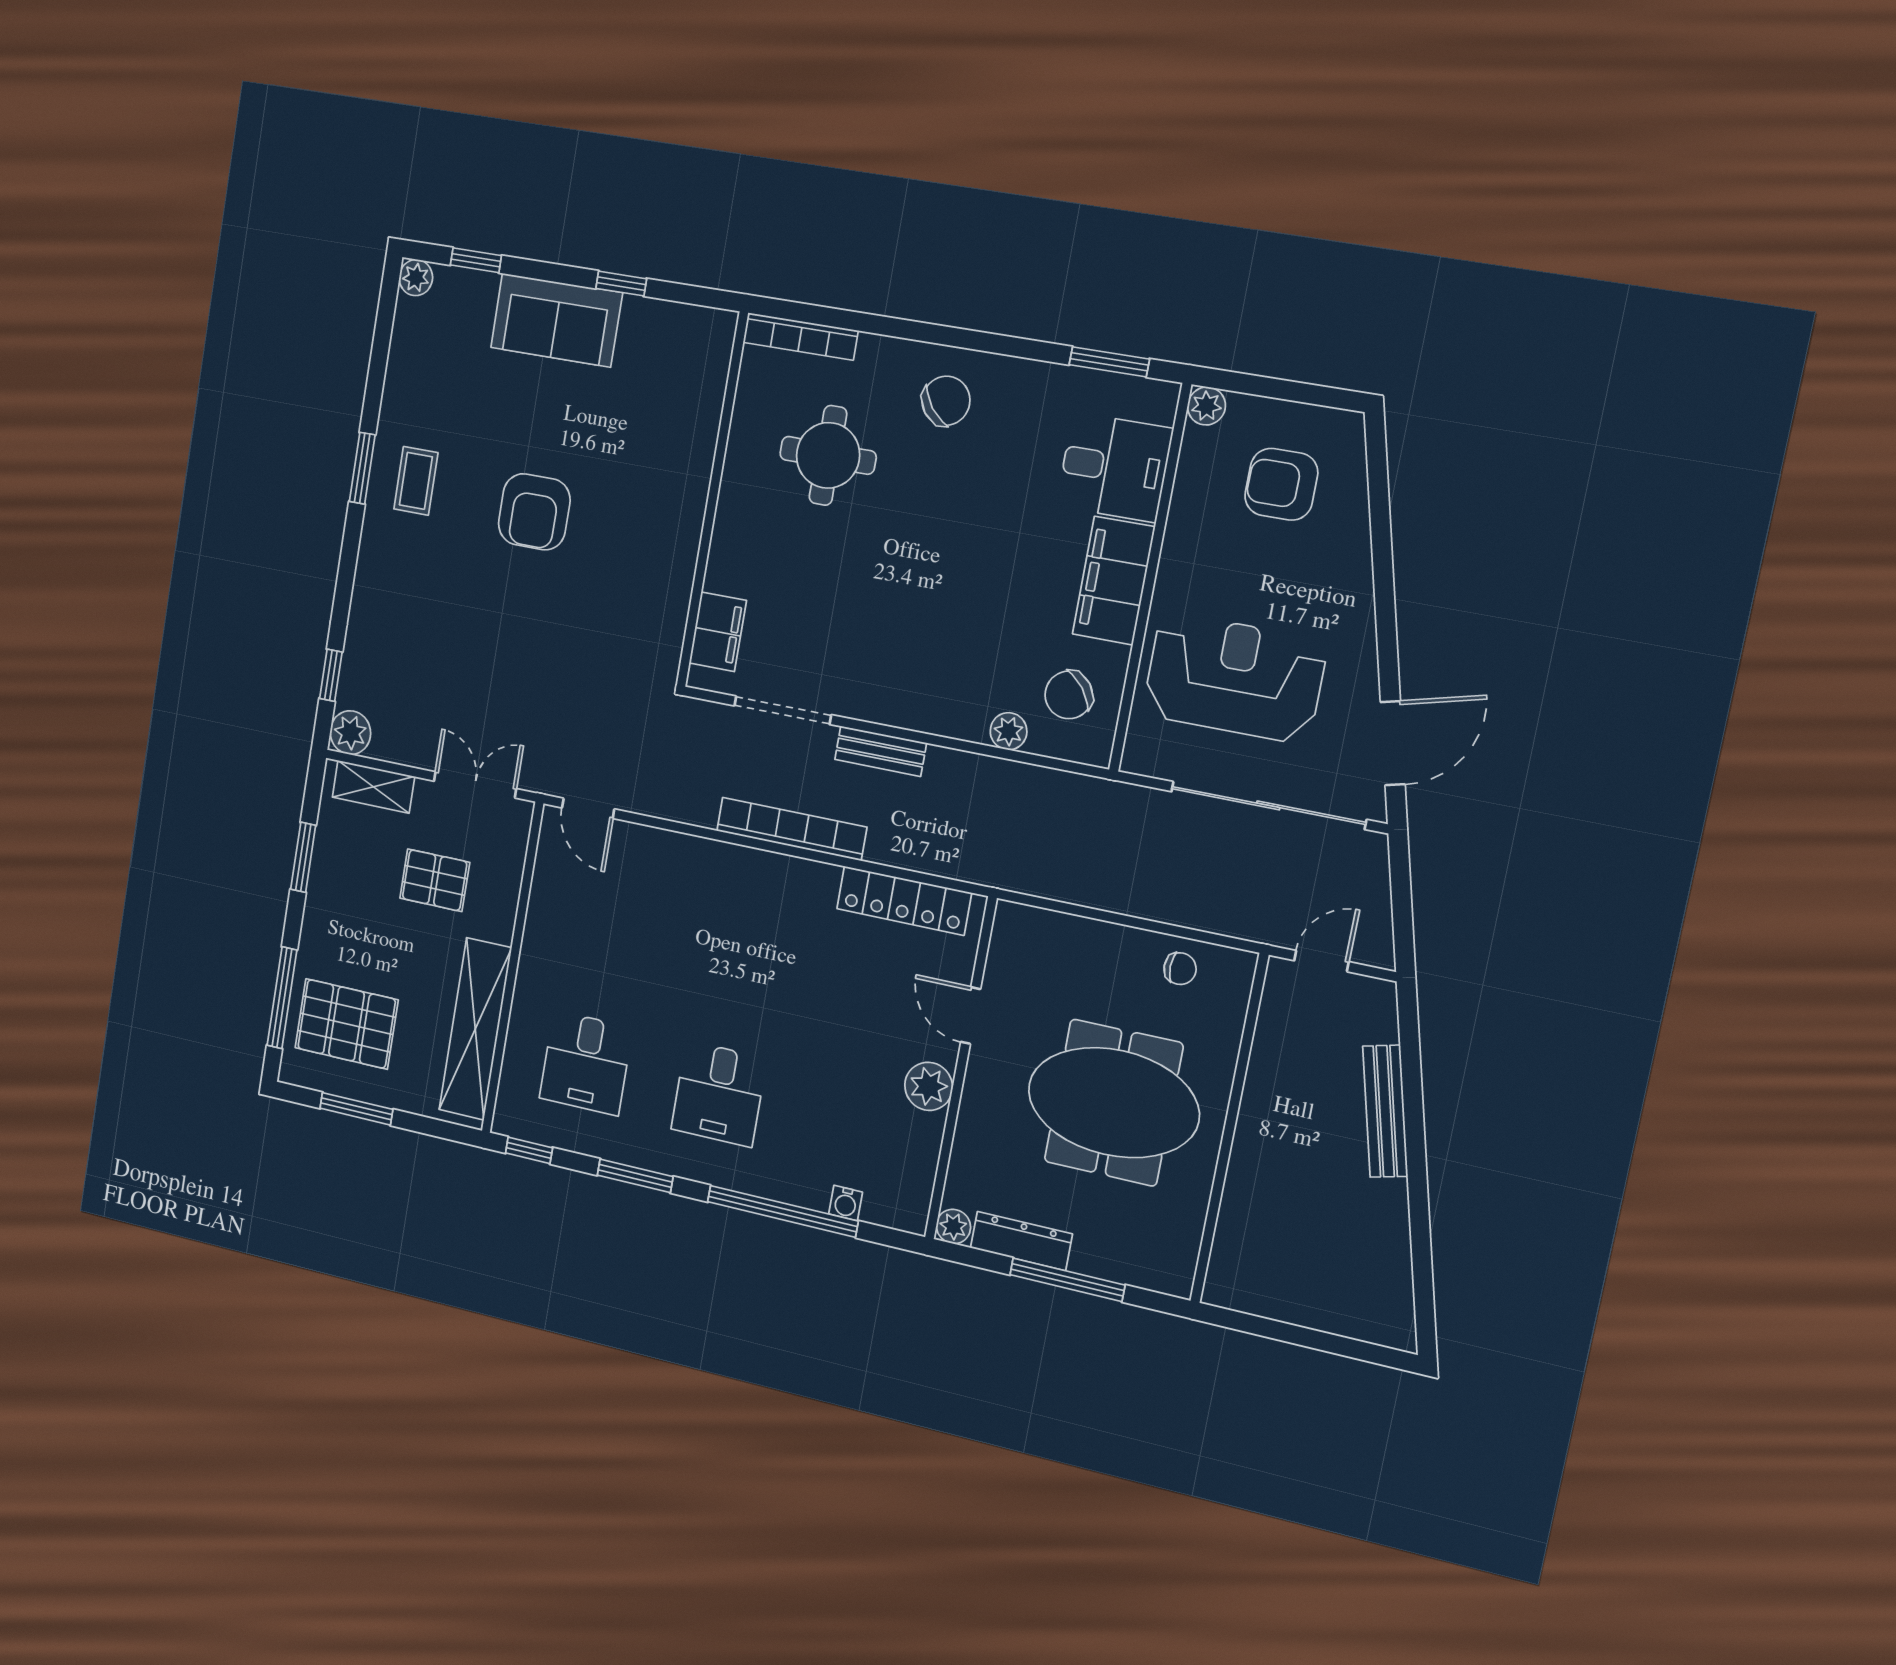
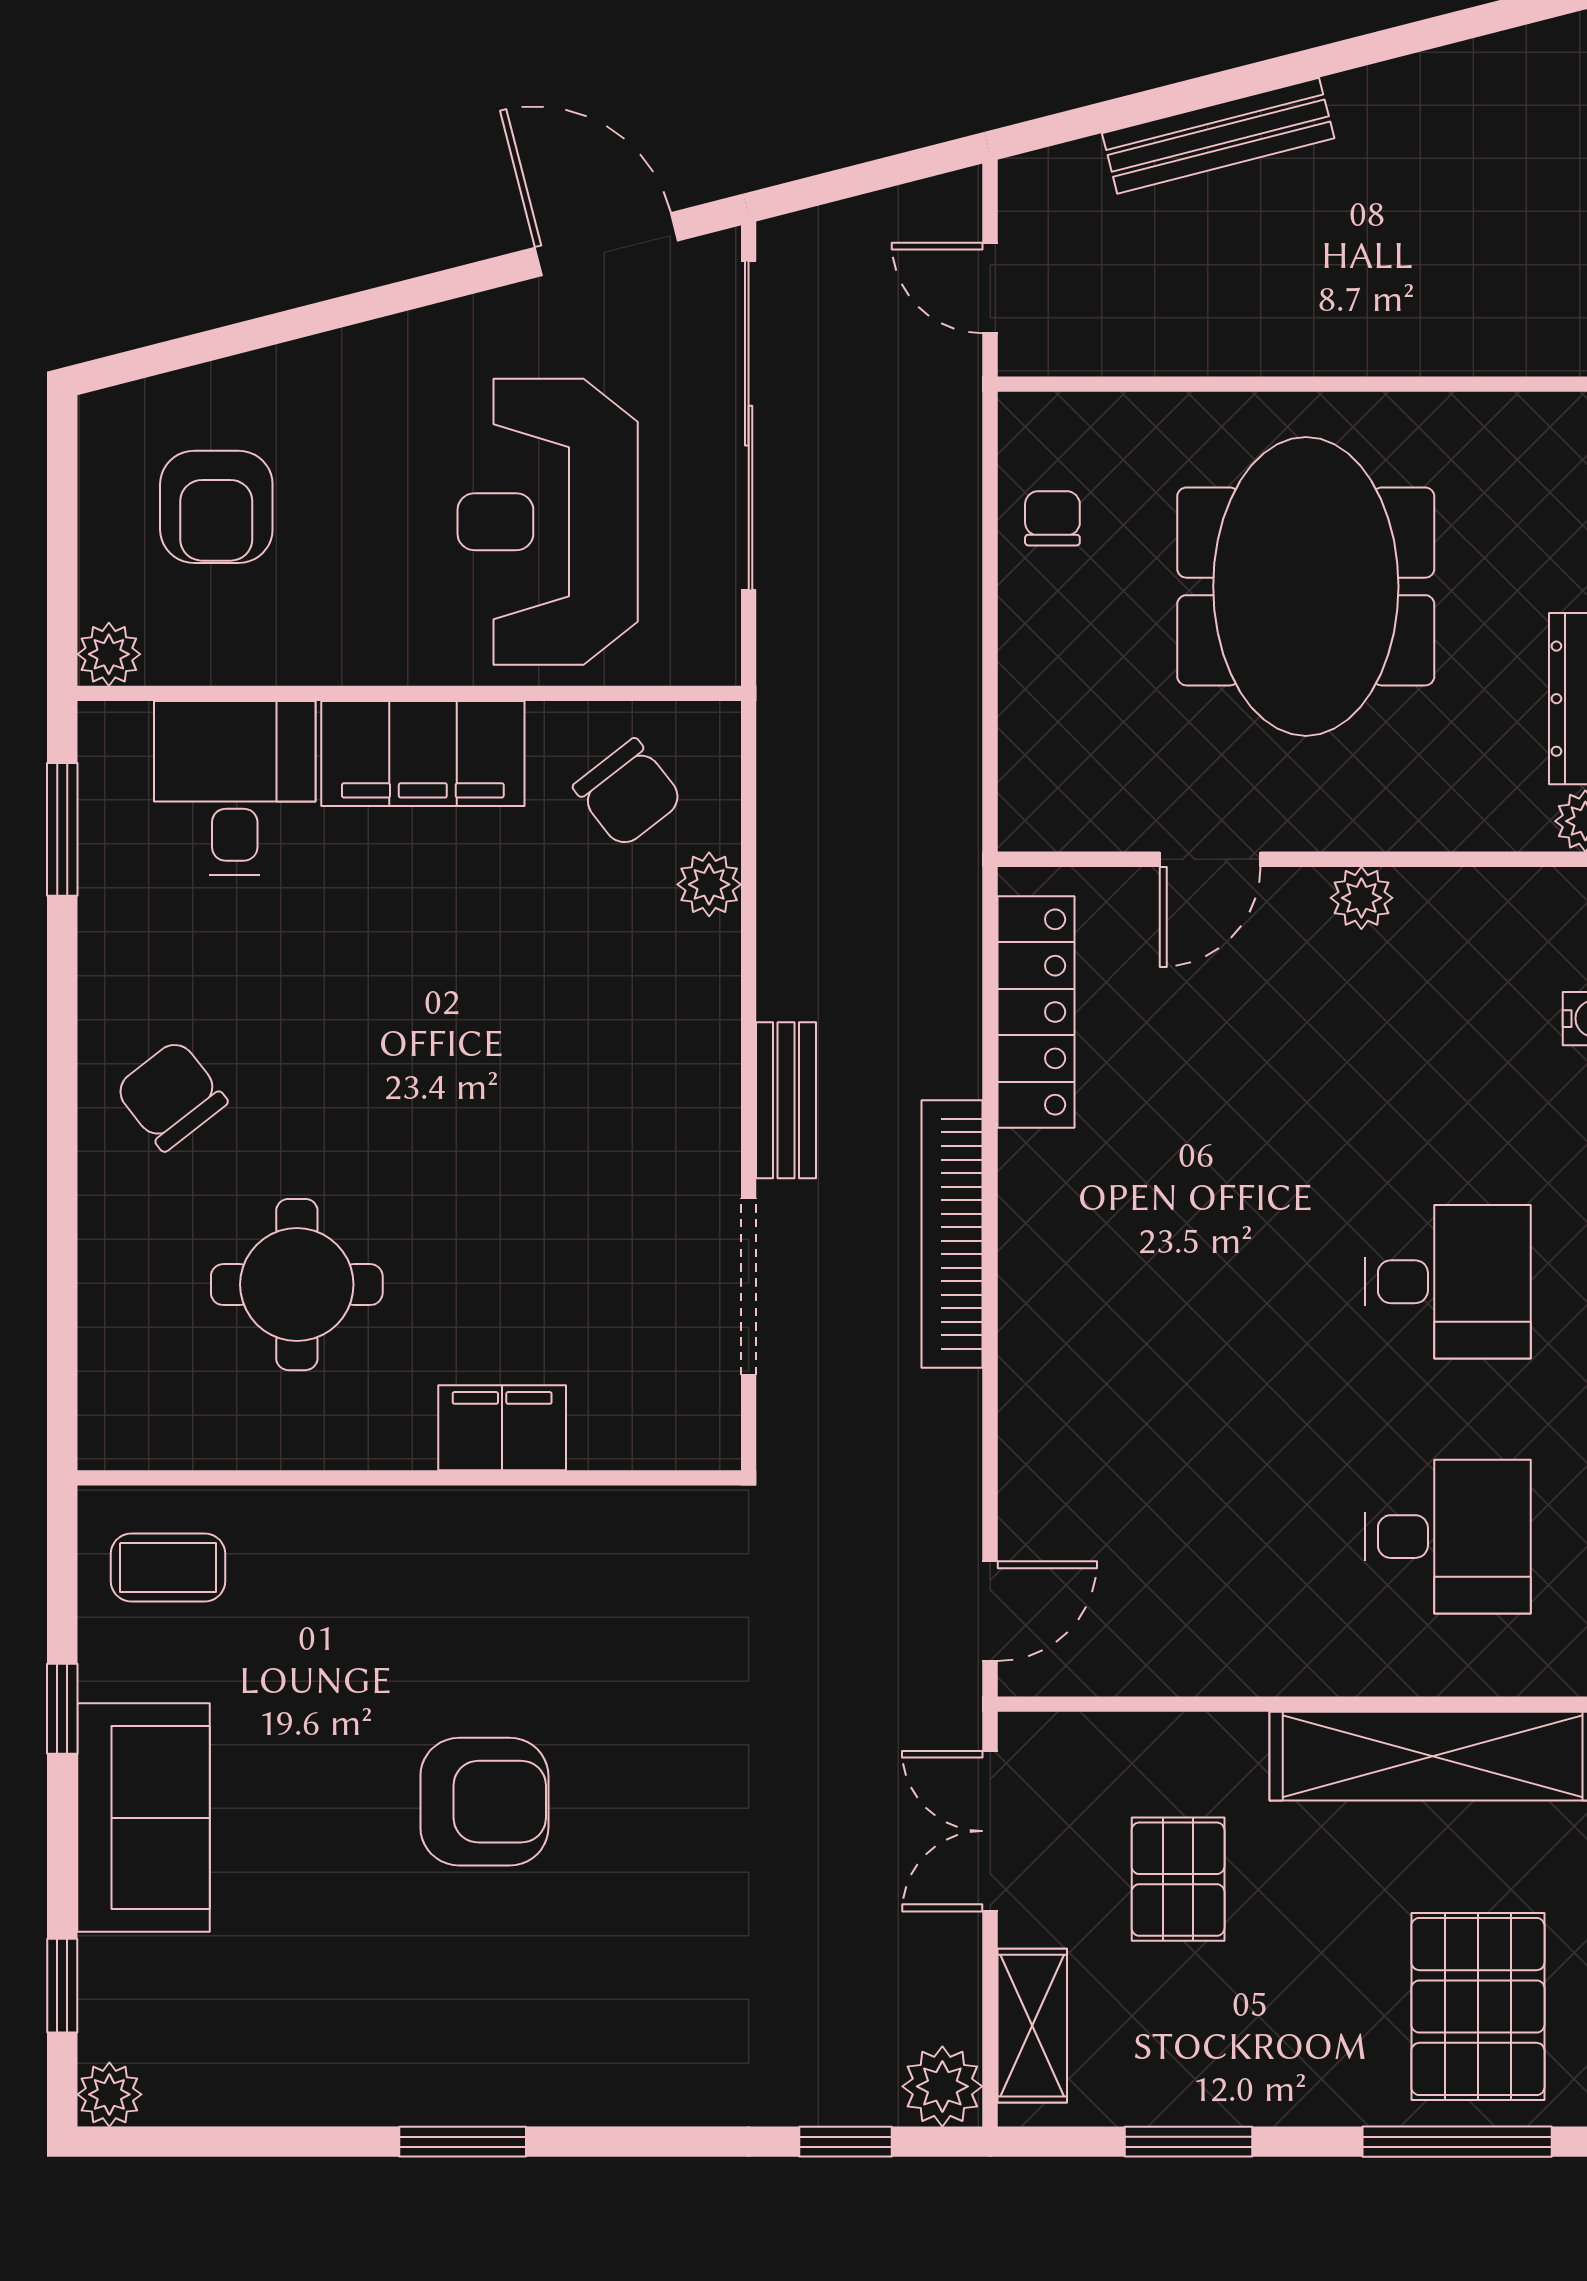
bookcase: (800, 336) -> (103, 1370), removed
coffee table: (416, 481) -> (168, 1567), moved
filing cabinet: (718, 632) -> (502, 1428), moved
plant: (929, 1086) -> (1361, 898), width x0.73, depth x0.73

